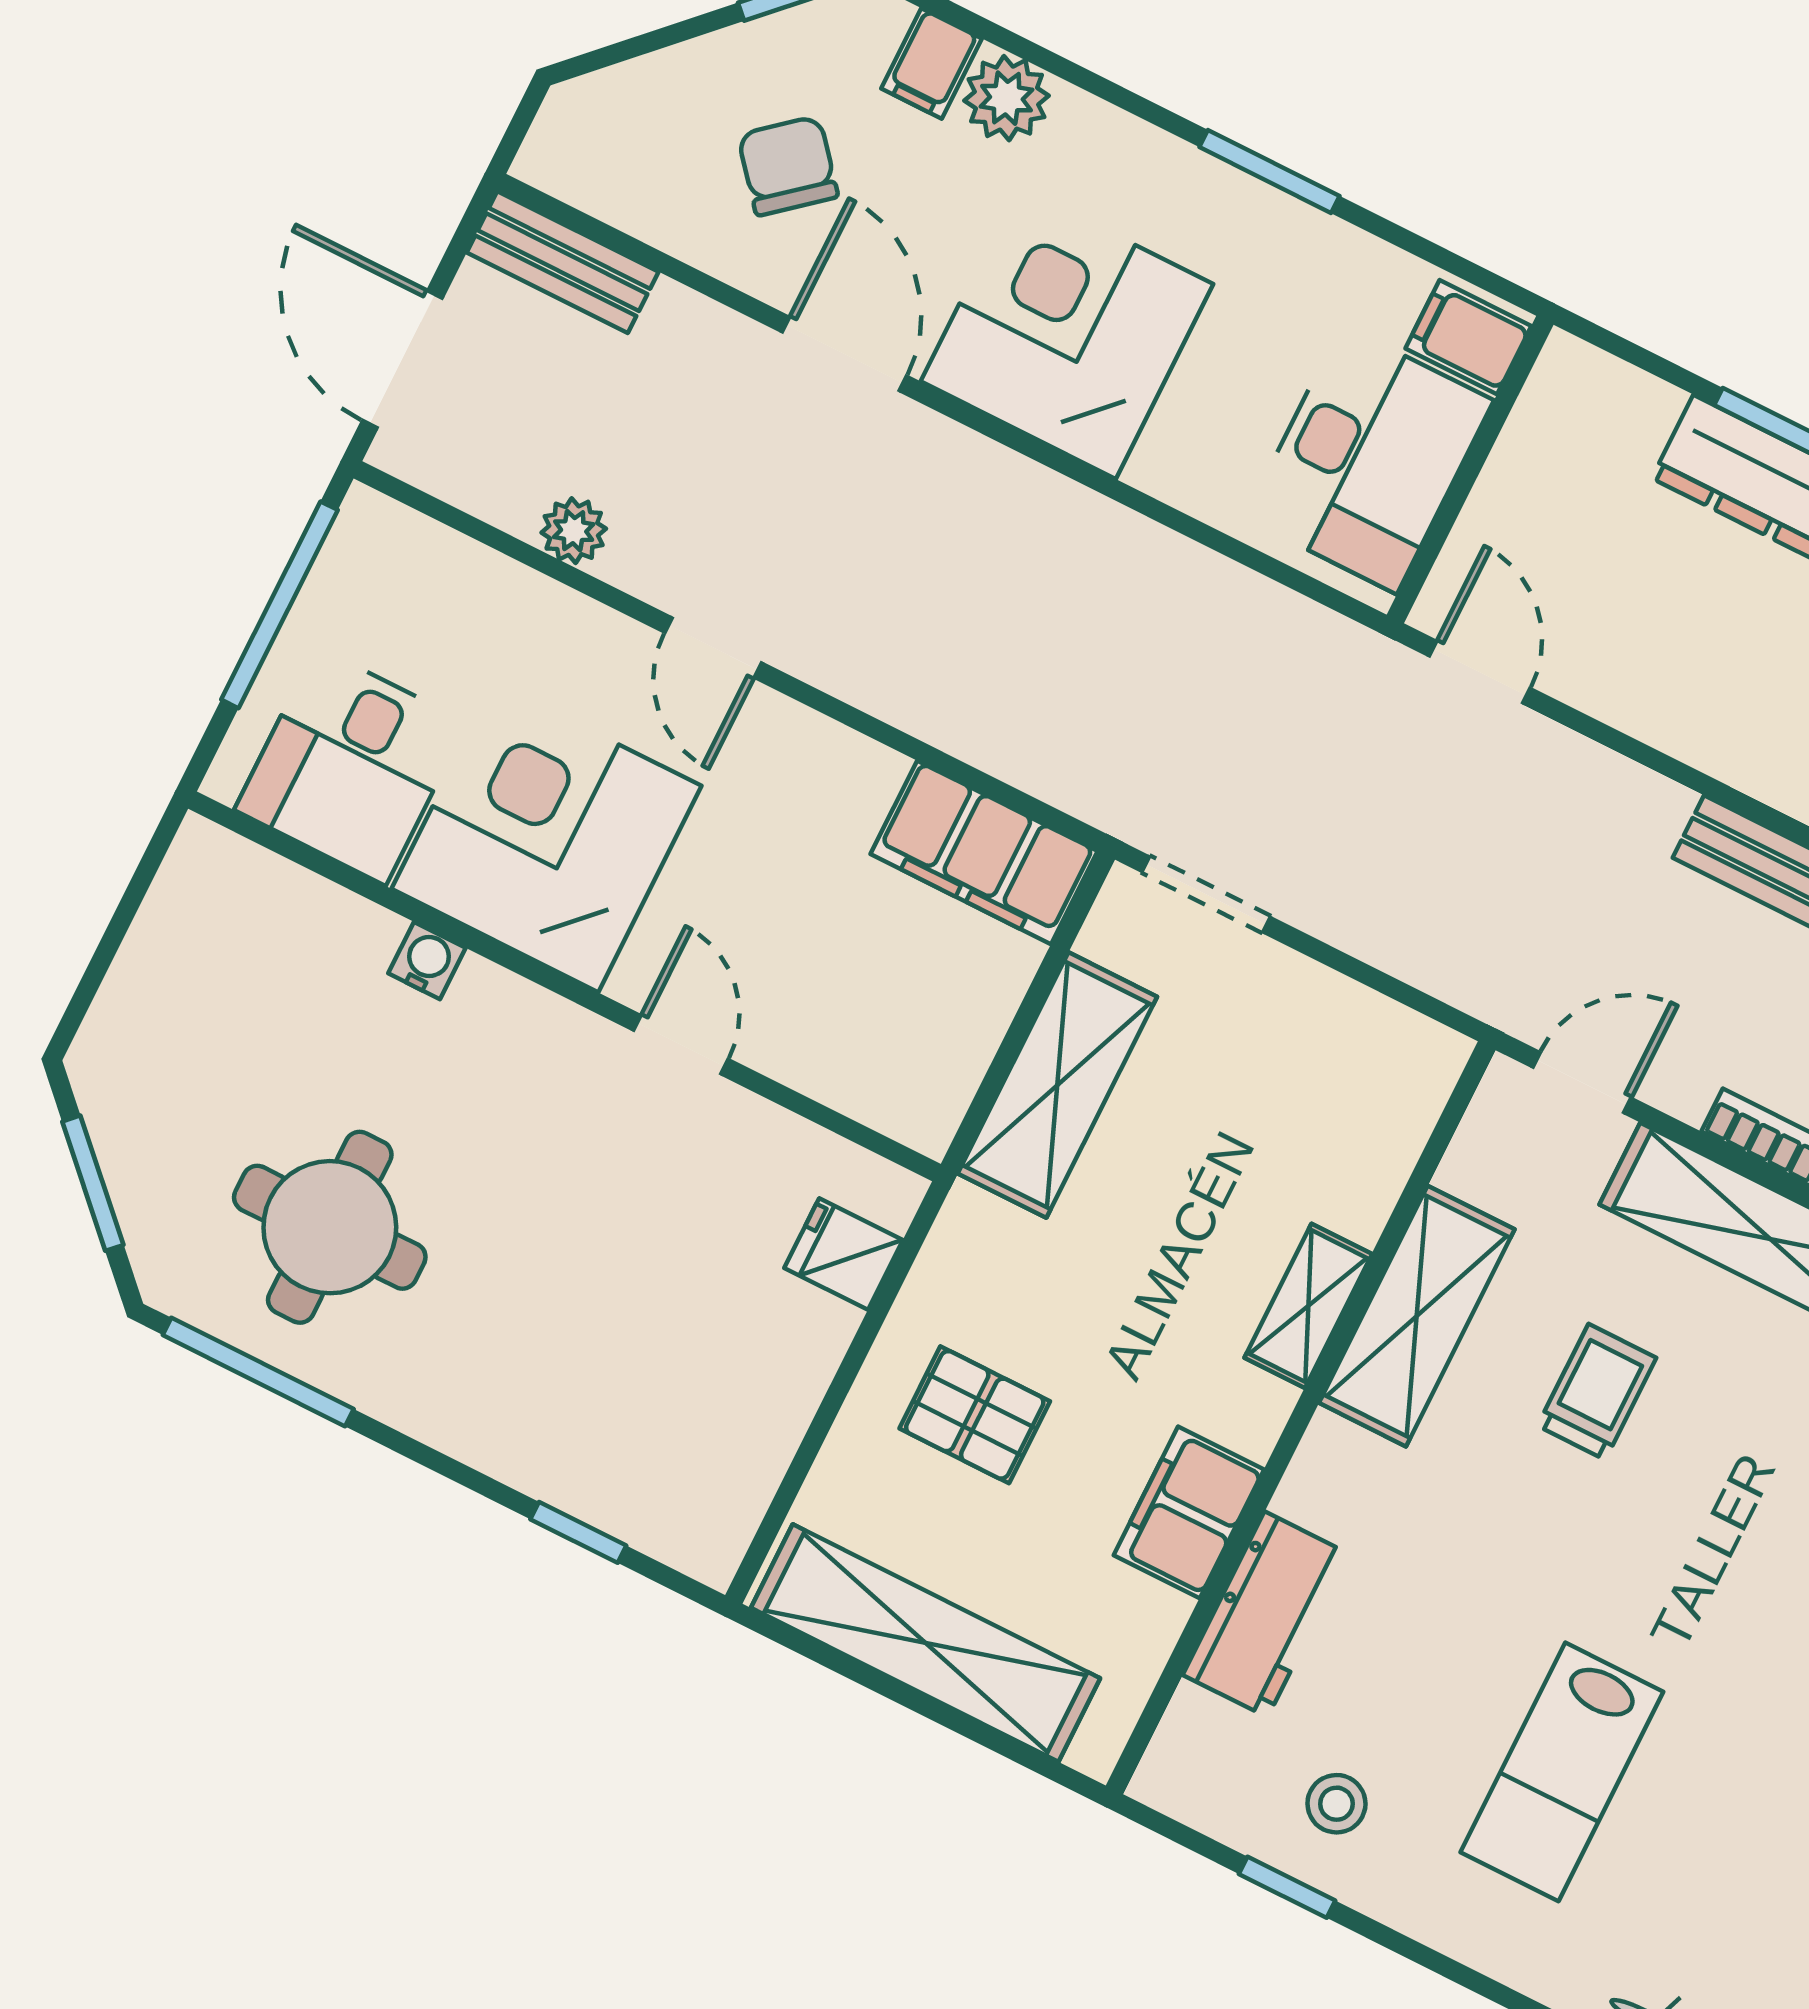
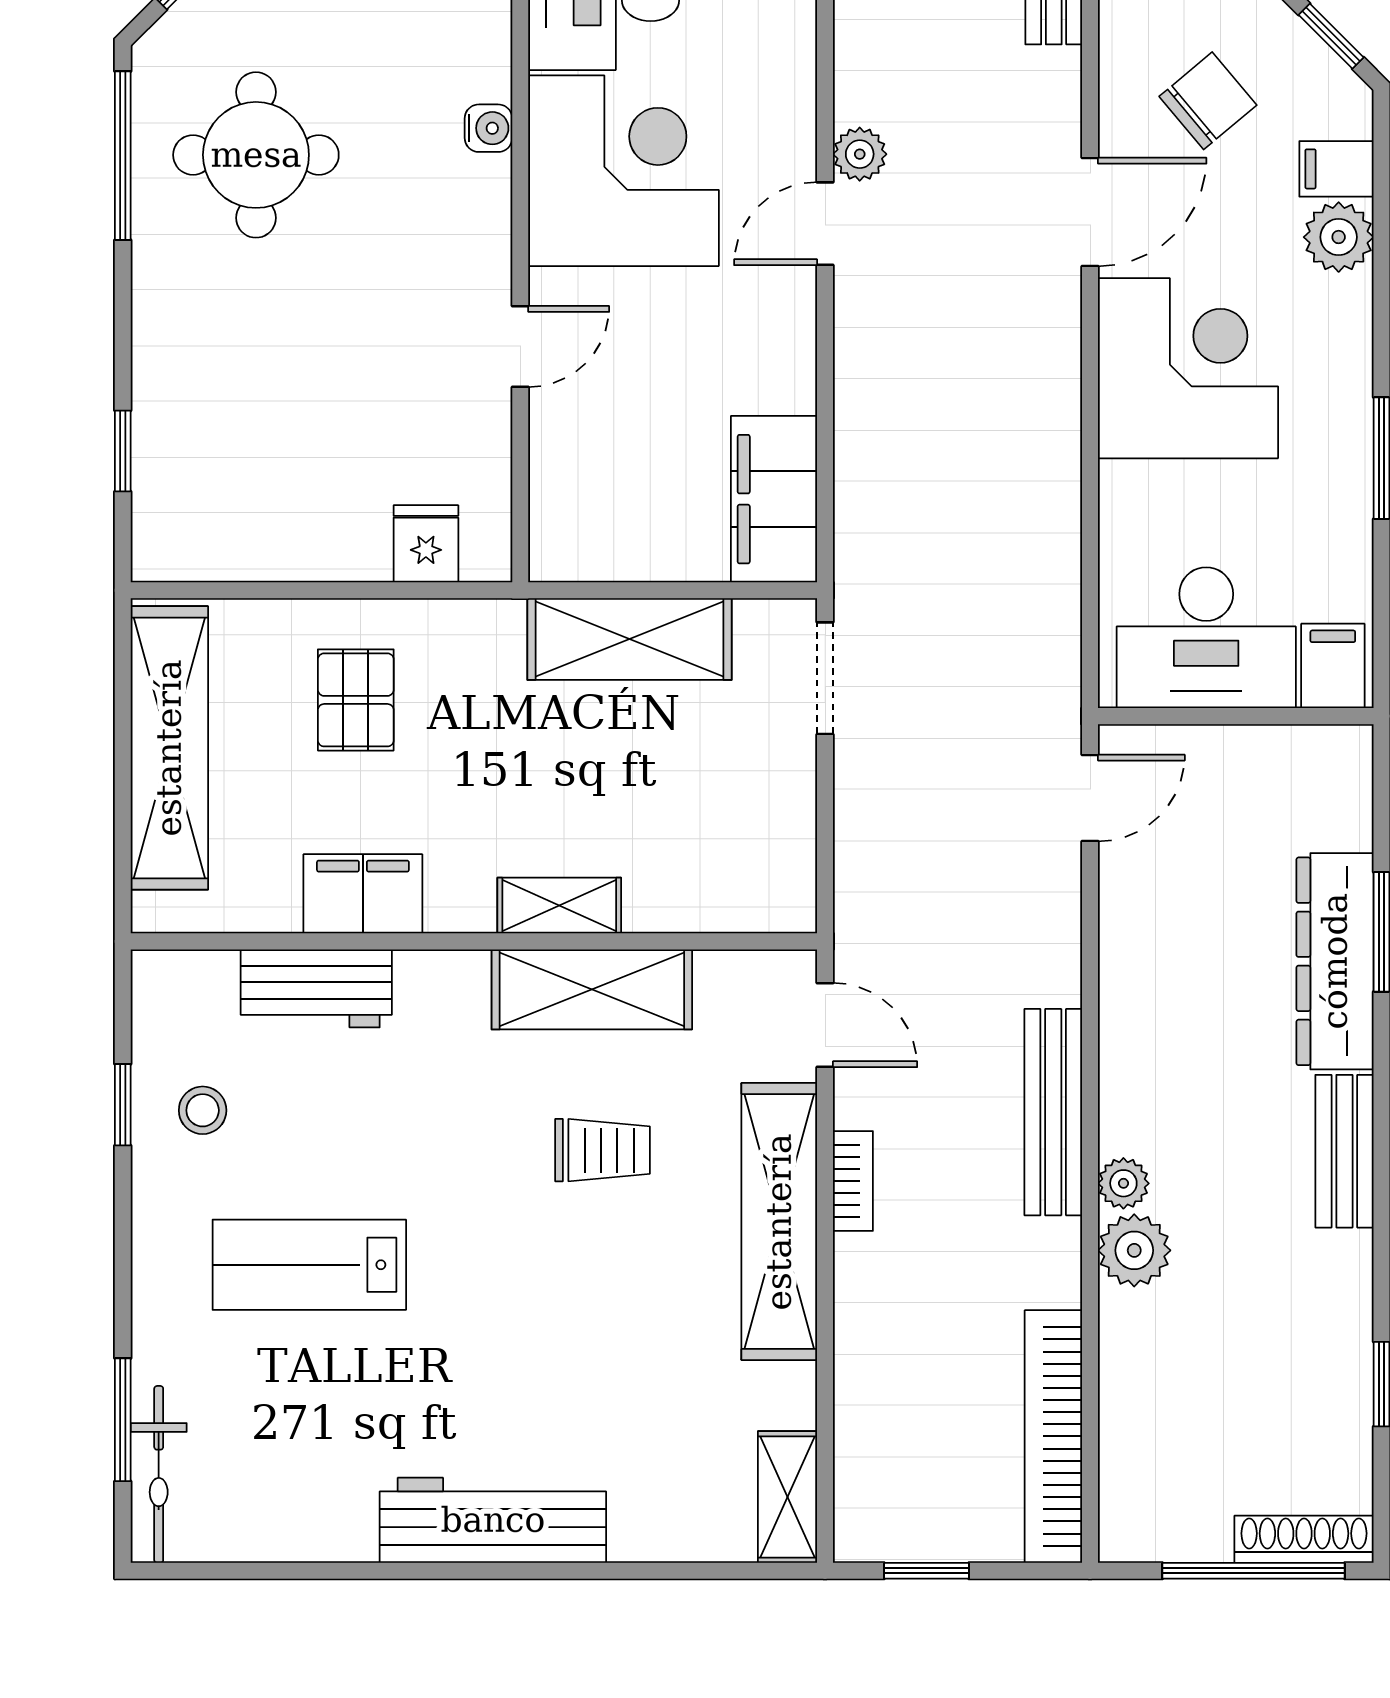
plant: (574, 531) -> (860, 154), moved

